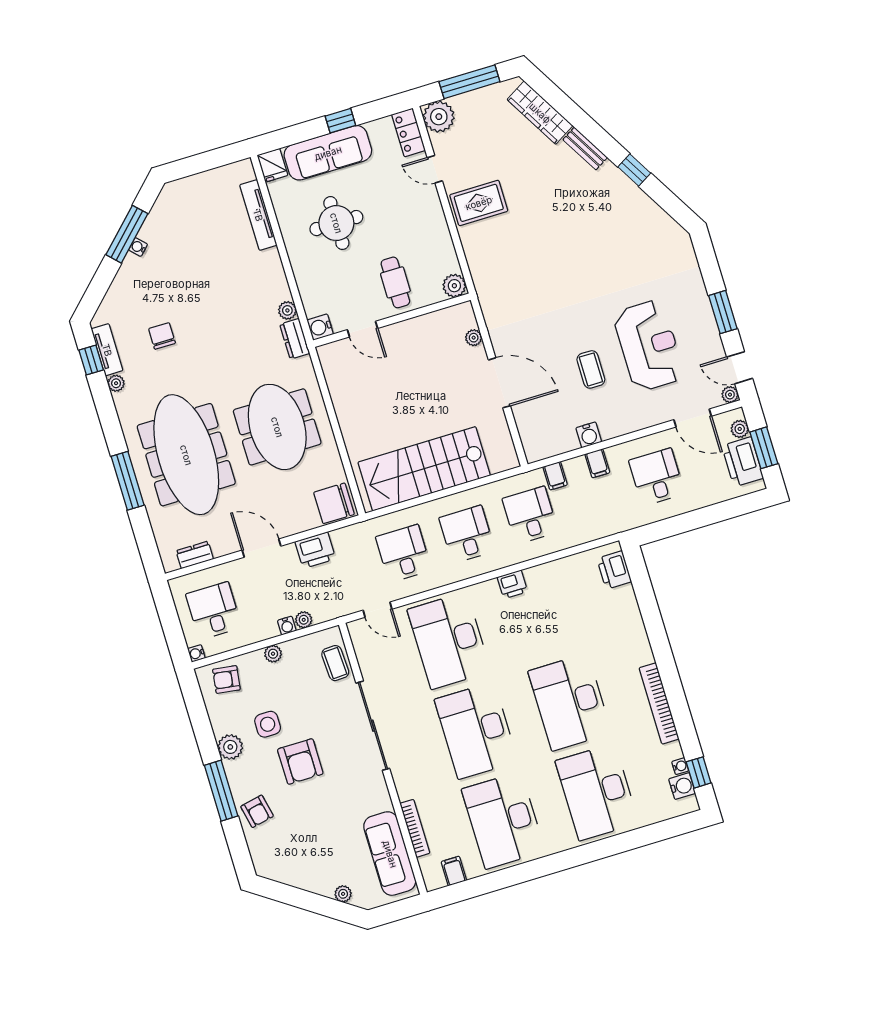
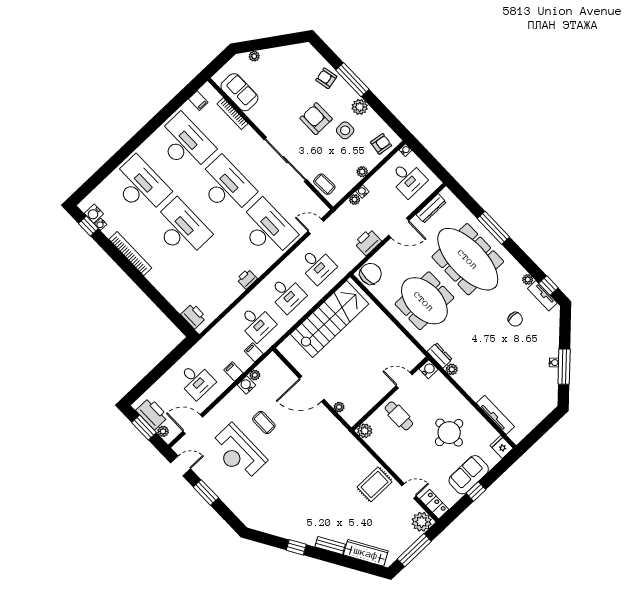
sofa: (328, 153) -> (469, 475), width x0.73
plant: (730, 395) -> (255, 375), moved
dresser: (195, 555) -> (431, 208), width x1.44
sofa: (390, 854) -> (239, 92), width x0.73

